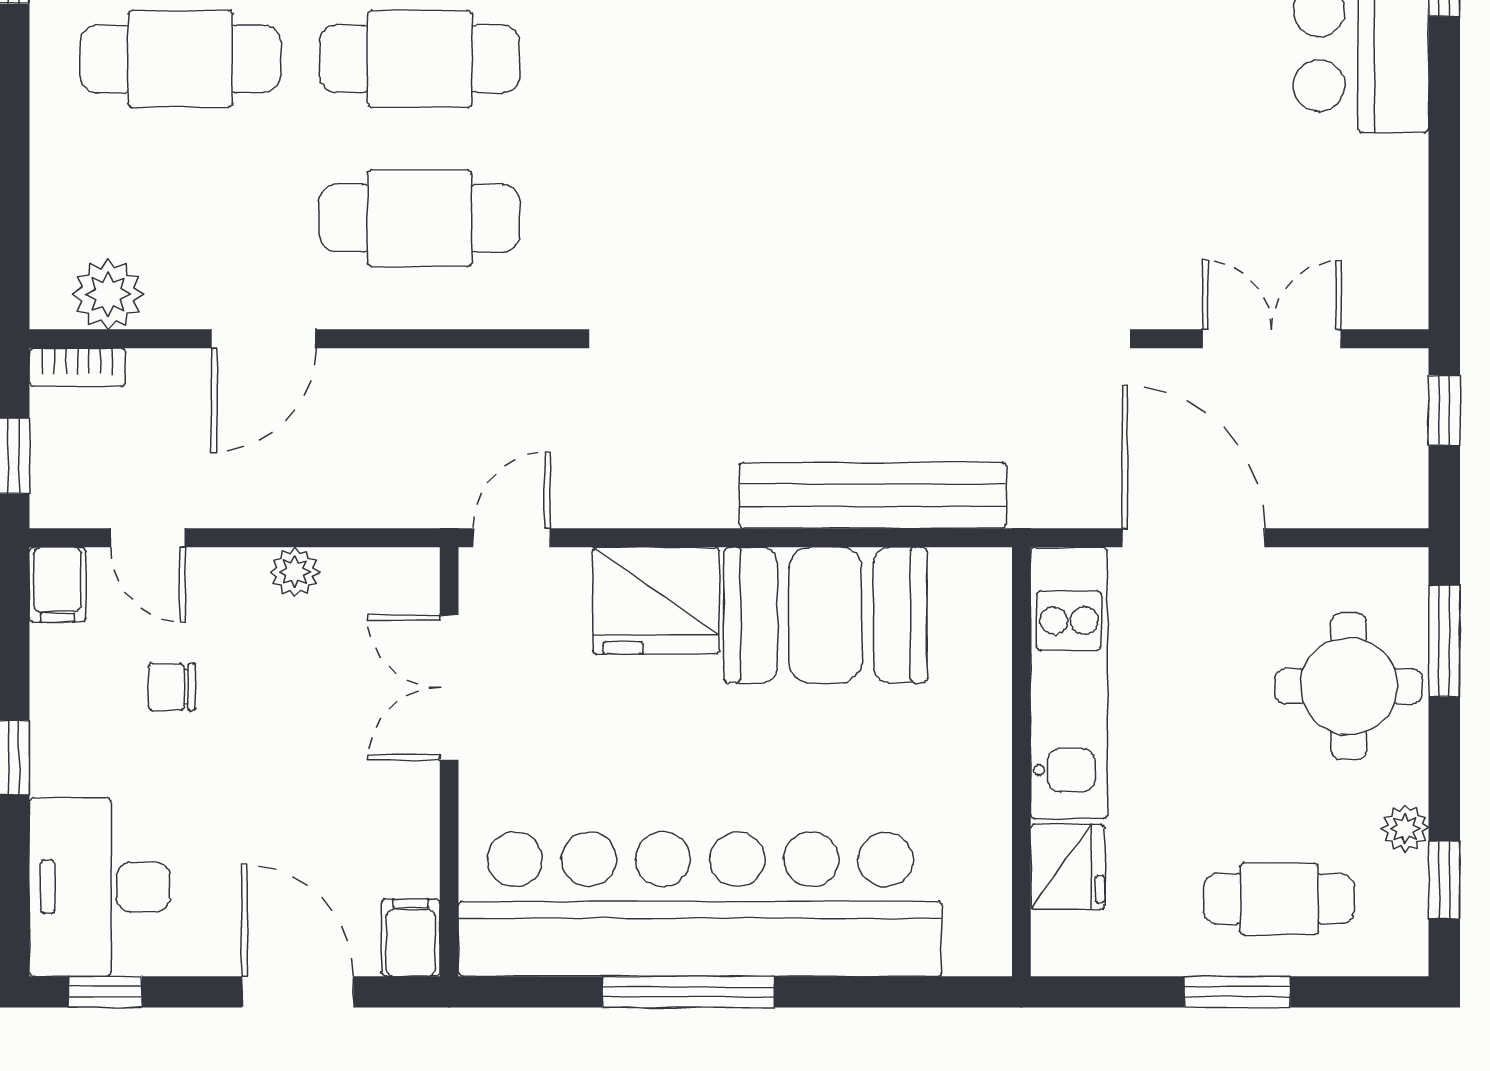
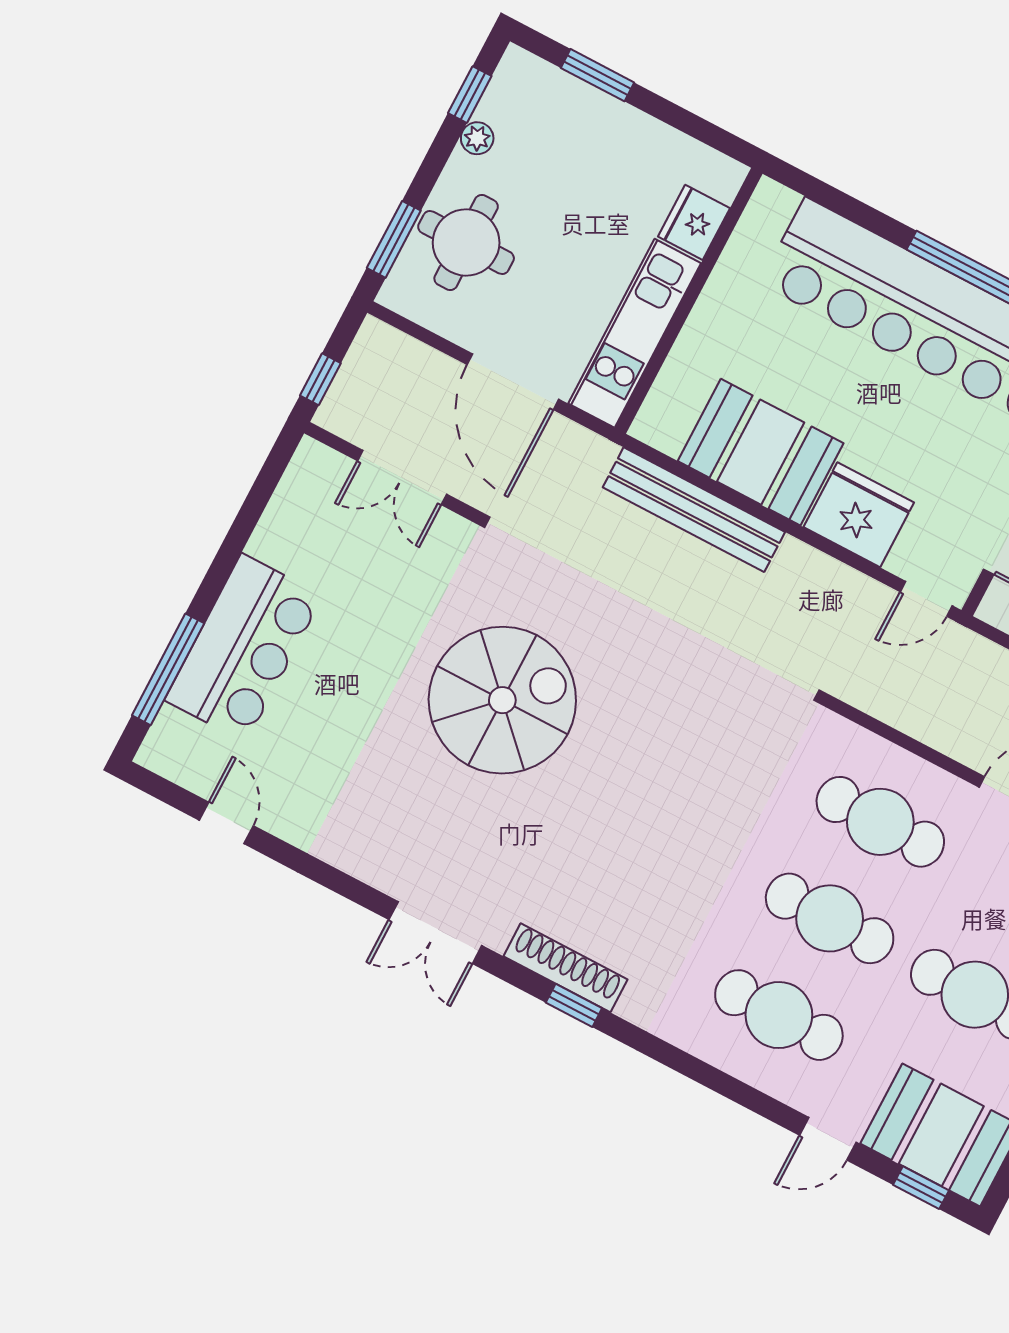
spiral stairs: (991, 119) -> (502, 700), added
cafe table: (1279, 899) -> (576, 136), removed
window: (1237, 992) -> (597, 75), moved

